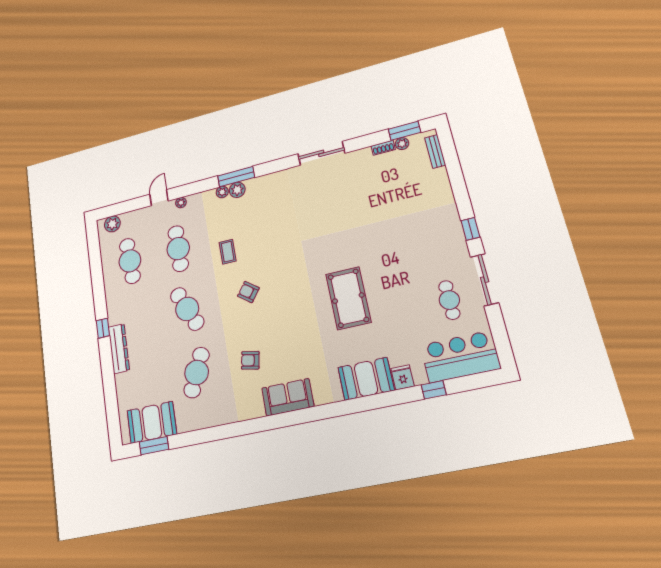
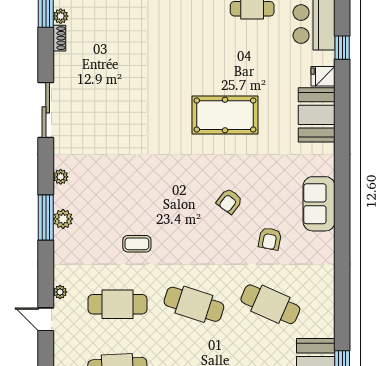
plant: (222, 192) -> (61, 177), moved
armchair: (248, 292) -> (229, 201), moved
cafe table: (187, 309) -> (194, 304), turned 42

